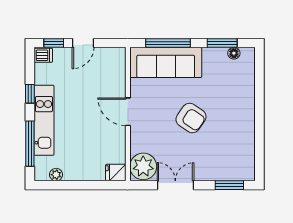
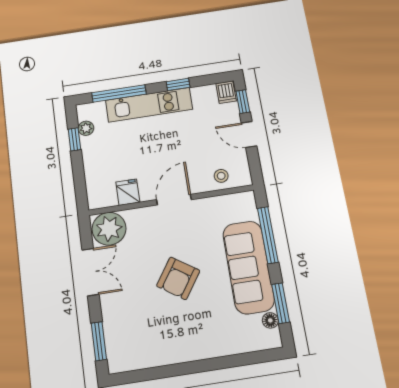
sofa: (166, 62) -> (248, 267), moved
stool: (114, 71) -> (221, 176), added
fridge: (116, 173) -> (128, 192), moved
window: (64, 185) -> (74, 139), added

